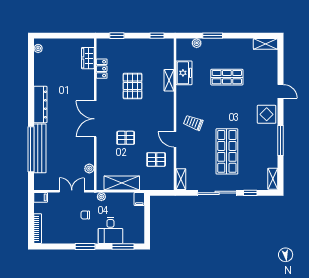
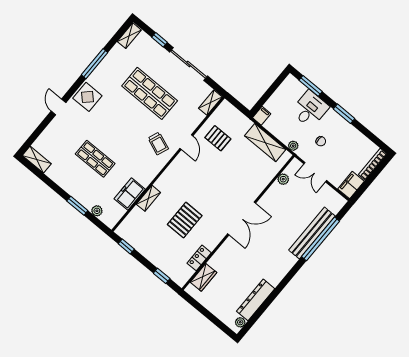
dresser: (40, 105) -> (256, 300), moved
pallet: (126, 138) -> (229, 180), removed
shop shelf: (227, 151) -> (150, 93), turned 90
filing cabinet: (41, 197) -> (351, 185), width x2.00

